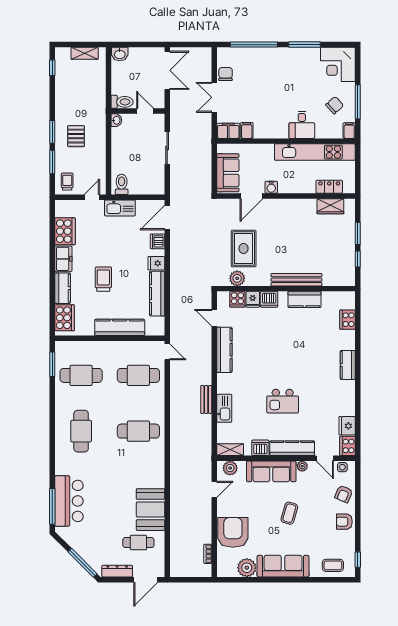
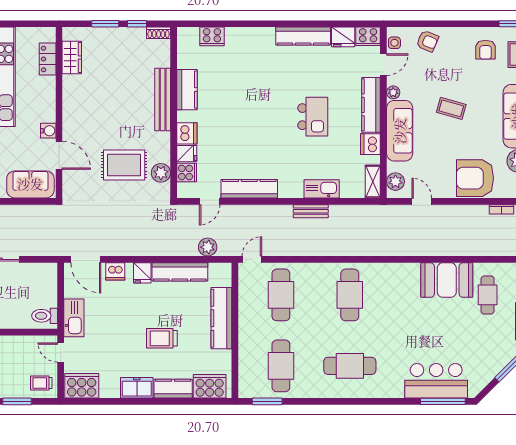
cooker: (65, 231) -> (82, 386), moved
shoe rack: (350, 276) -> (159, 33), added
plant: (177, 316) -> (208, 247), added
kitchen counter: (348, 365) -> (303, 36), moved, width x1.50
armchair: (344, 522) -> (485, 50), moved

